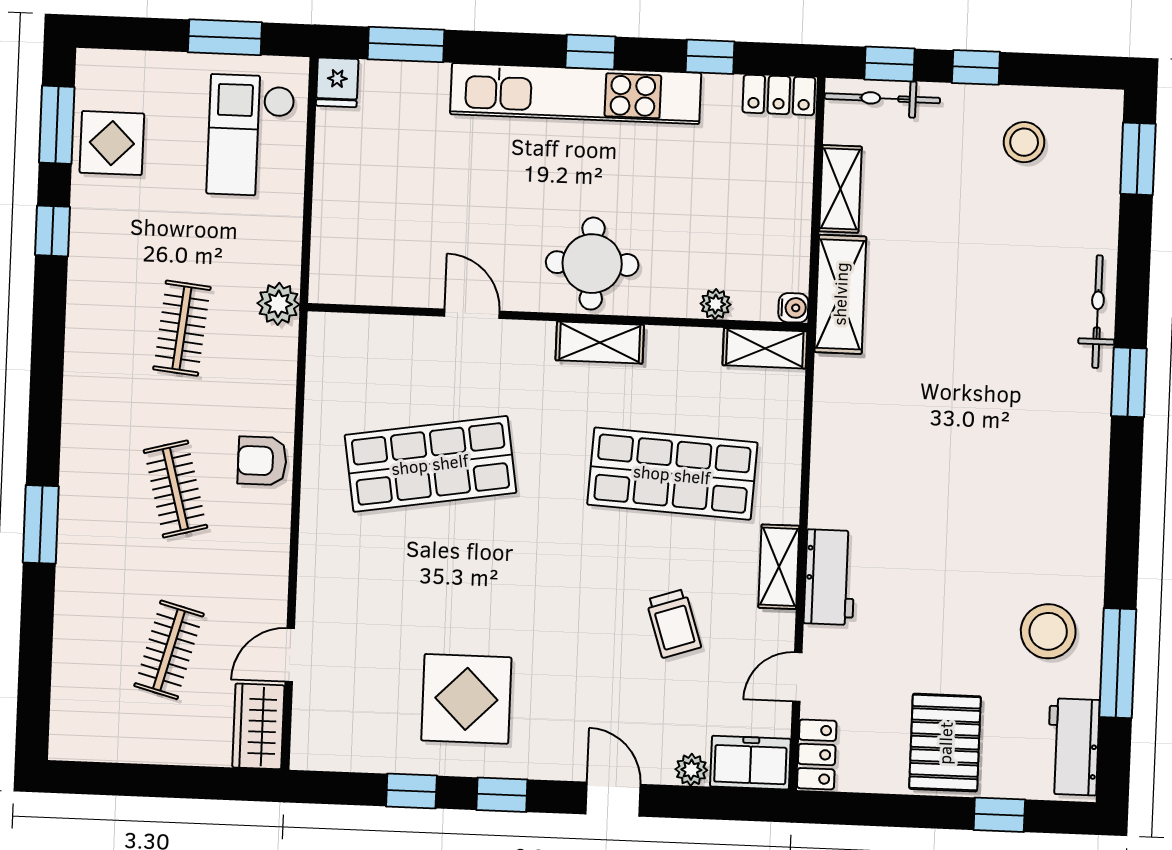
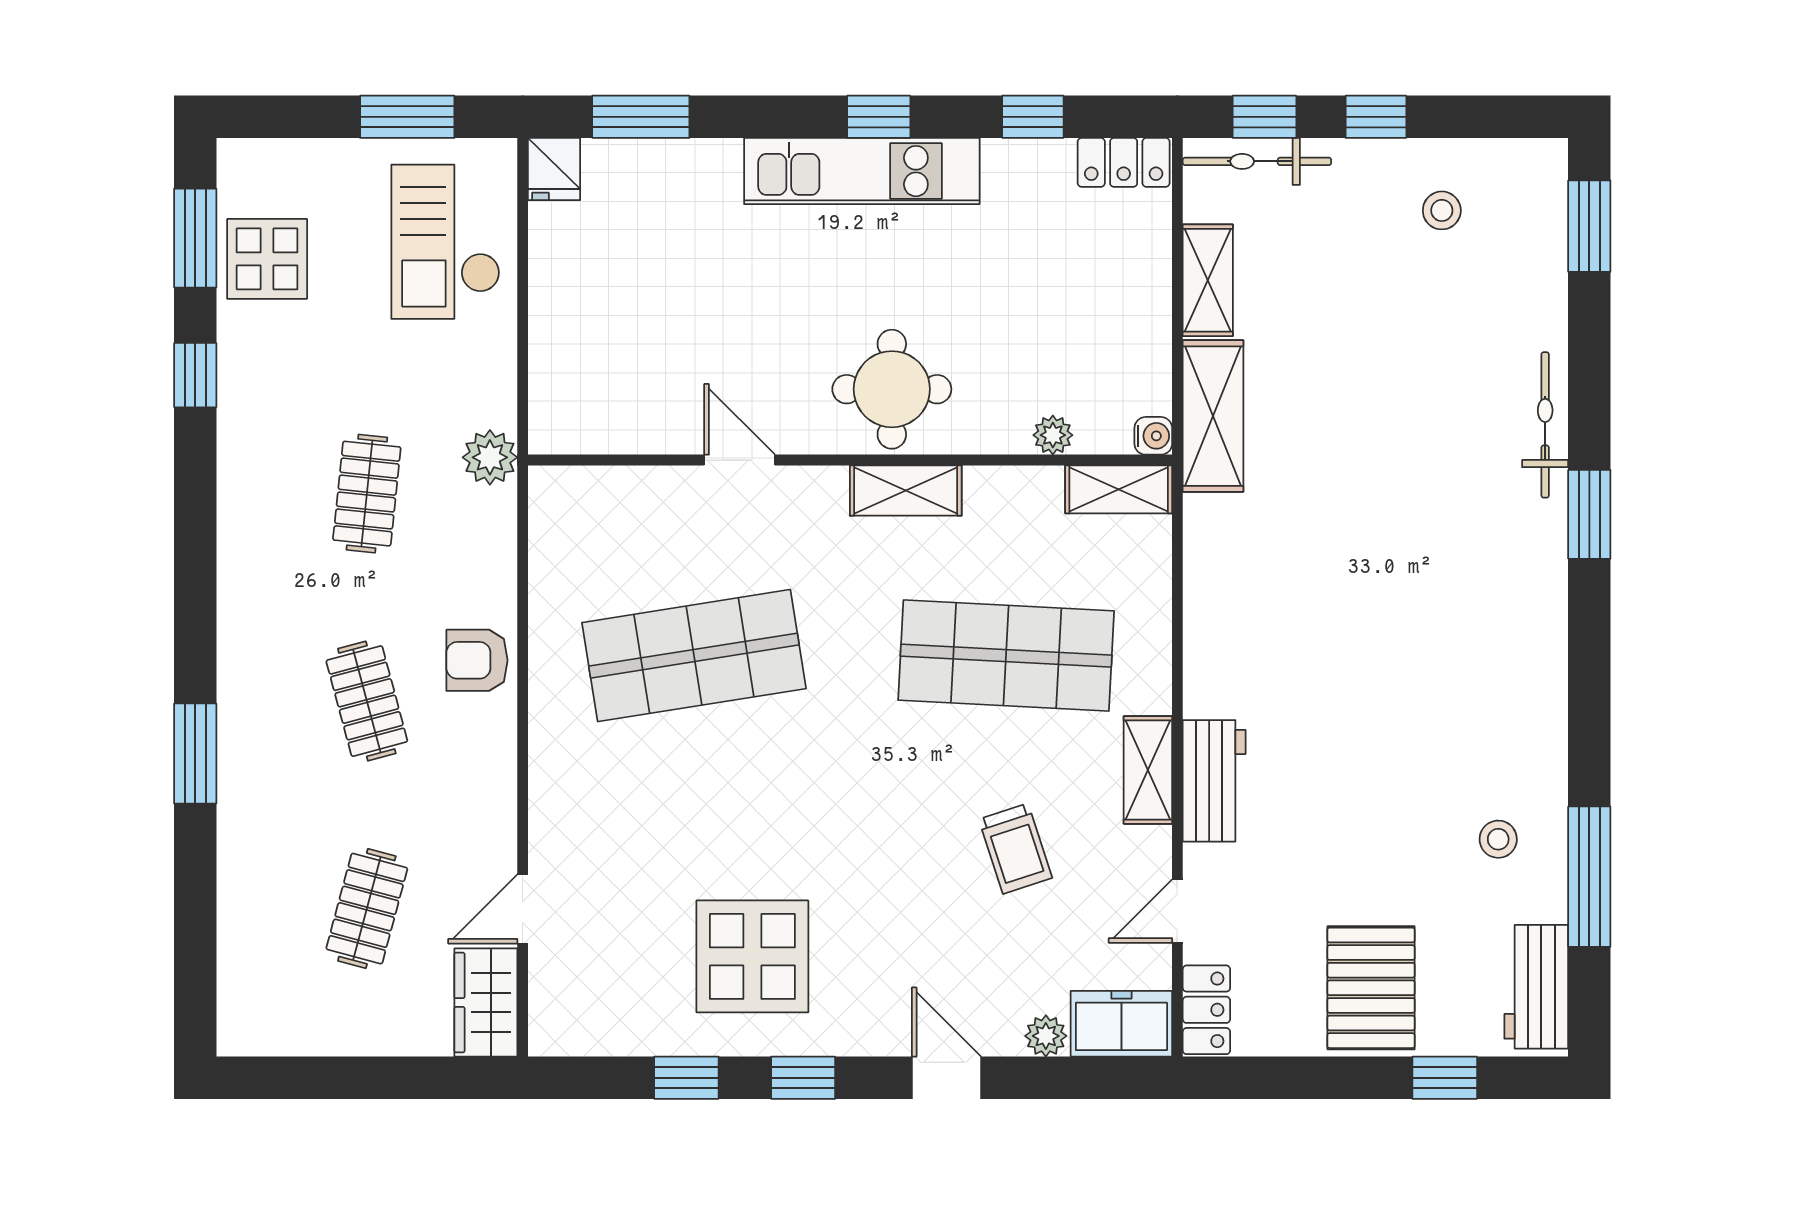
kitchen unit: (576, 94) -> (862, 171), width x0.73
stool: (1024, 142) -> (1442, 210), width x0.73, depth x0.73
stool: (1048, 631) -> (1498, 839), width x0.53, depth x0.53

